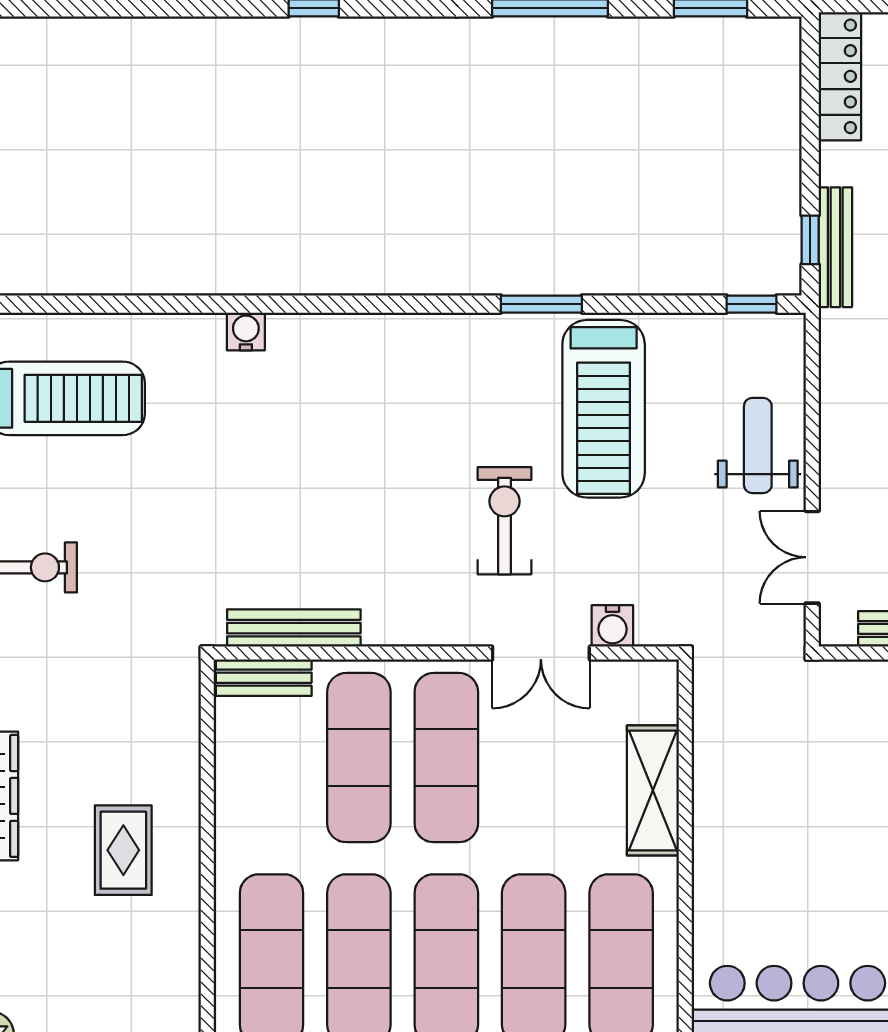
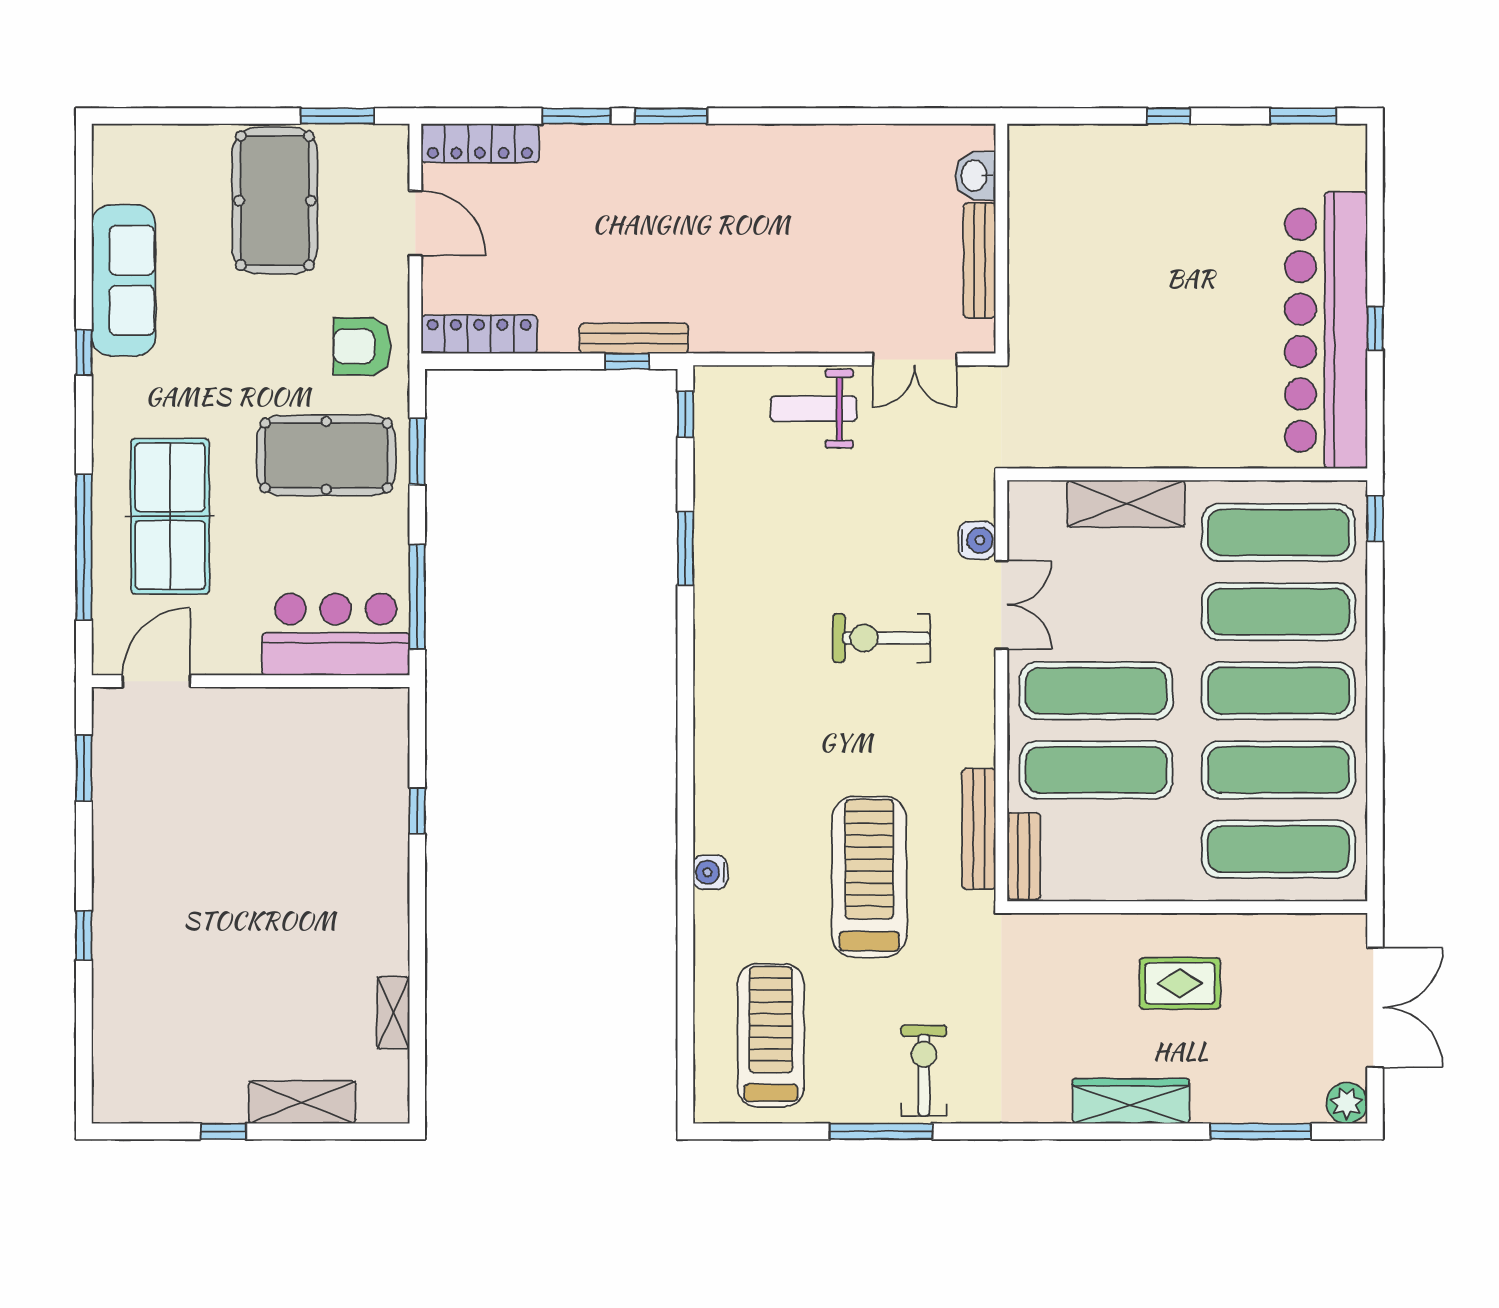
window: (541, 304) -> (685, 548), moved
treadmill: (604, 409) -> (869, 877), moved, turned -90

